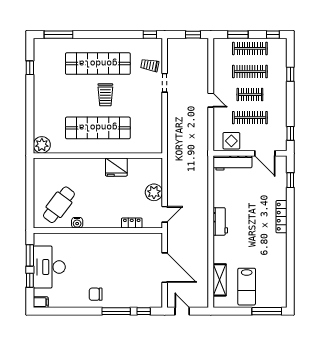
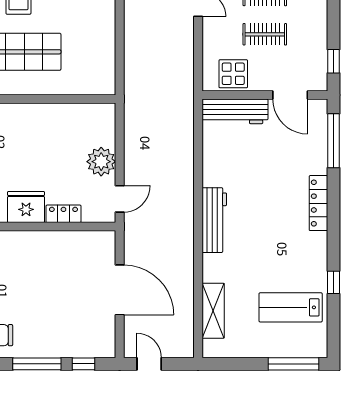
clothes rail: (250, 118) -> (265, 34), width x0.73
fridge: (116, 167) -> (26, 207), moved, turned 180
window: (290, 180) -> (333, 141), width x2.17
workbench: (220, 221) -> (214, 220), width x1.38
window: (290, 263) -> (333, 282), added
lab bench: (247, 287) -> (291, 307), moved, turned 90

